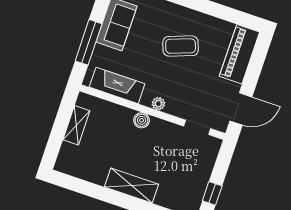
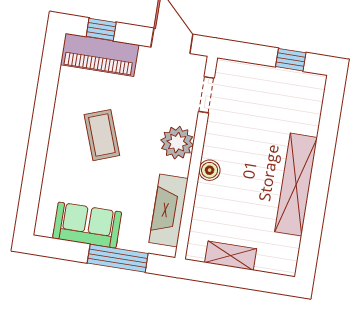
window: (258, 59) -> (101, 29), added
plant: (158, 104) -> (177, 143), width x1.87, depth x1.87
shelving: (132, 186) -> (296, 185), width x1.47

